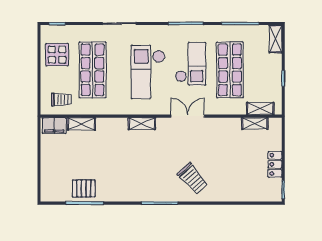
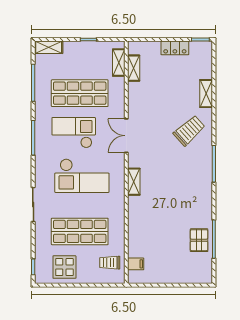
trolley: (61, 100) -> (110, 263), turned -90
shelving: (81, 124) -> (206, 94), moved
filing cabinet: (54, 125) -> (136, 264), width x0.50

